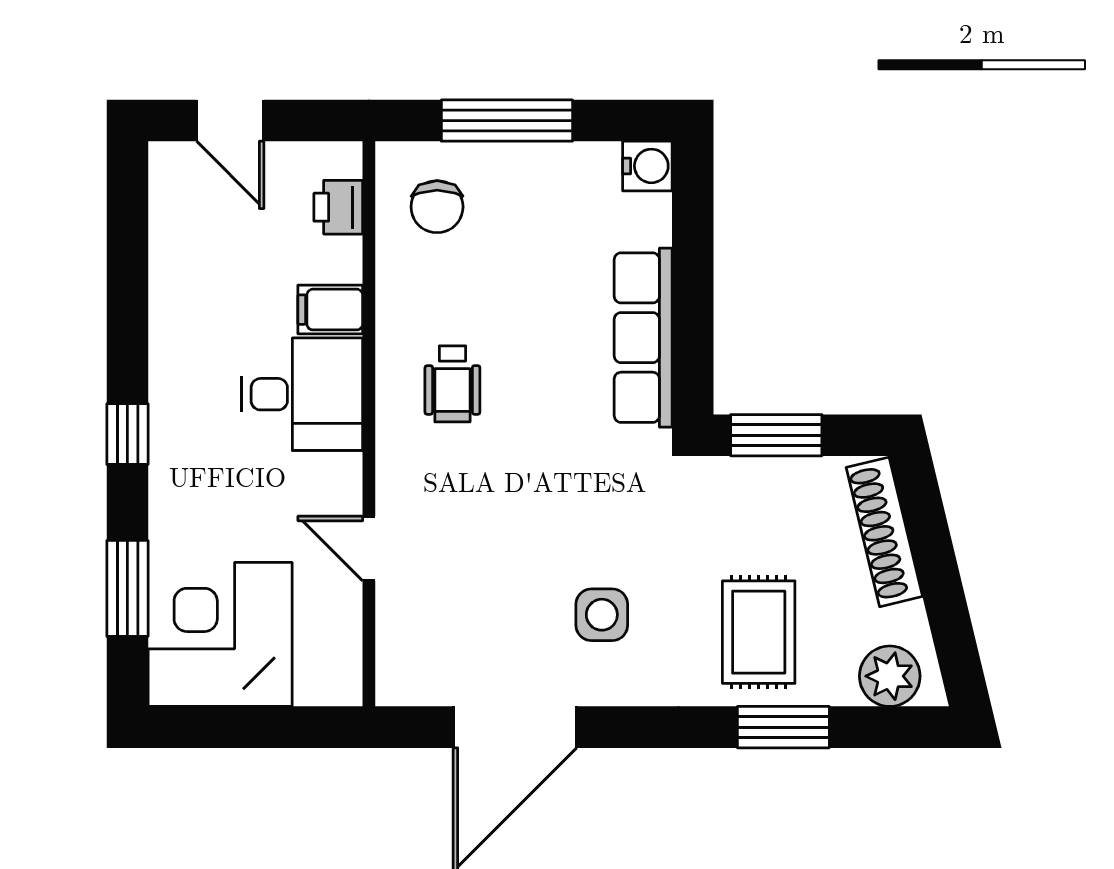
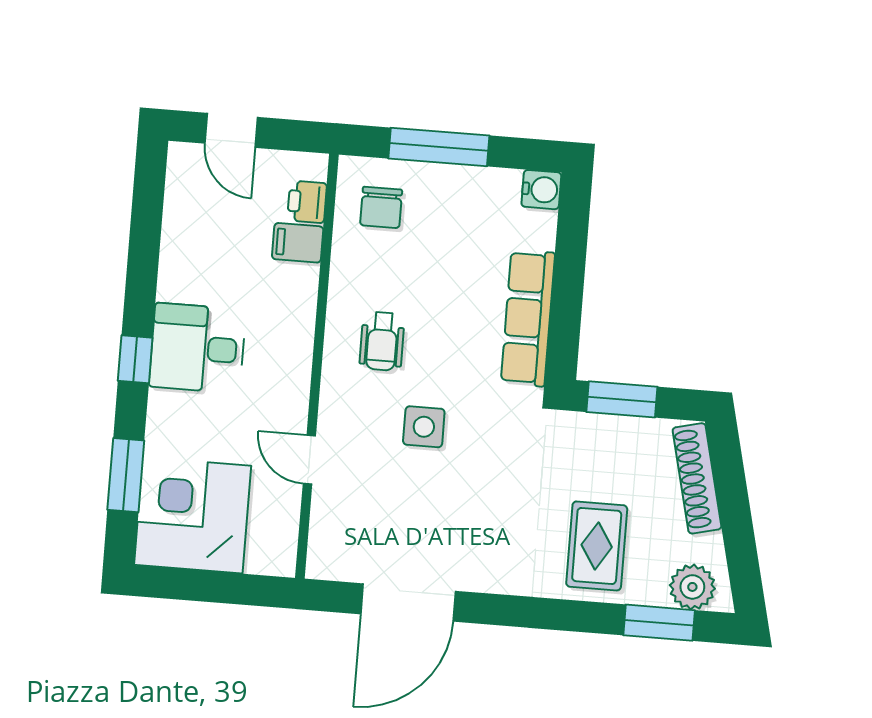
filing cabinet: (330, 310) -> (298, 243), moved
desk: (302, 394) -> (197, 348), moved, turned 180
side table: (602, 615) -> (424, 427), moved
window: (783, 727) -> (659, 623), moved

